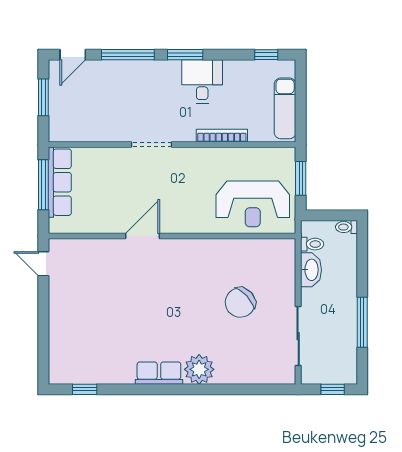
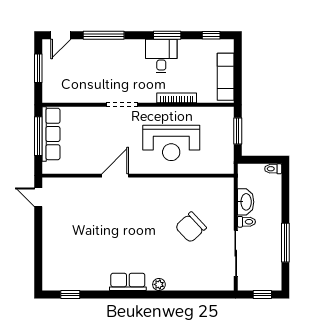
window: (185, 55) -> (167, 35), moved
reception desk: (253, 204) -> (171, 143), moved
toilet: (312, 244) -> (246, 222), moved
plant: (199, 369) -> (159, 284), width x0.53, depth x0.53

